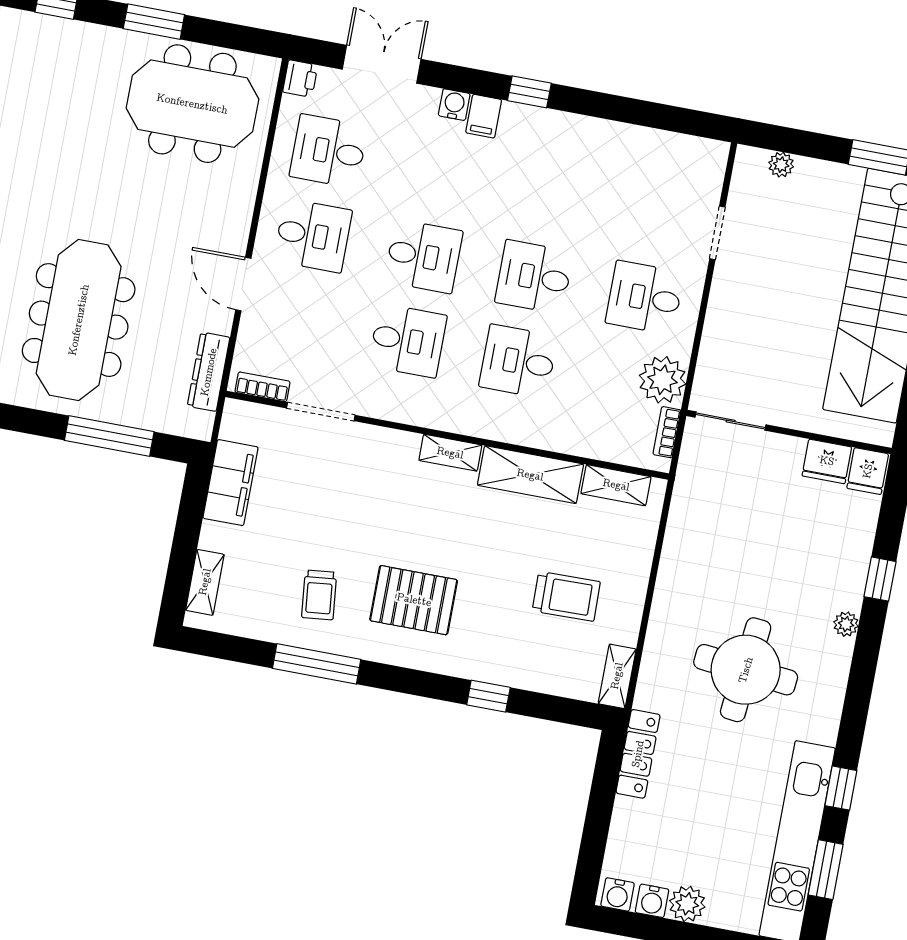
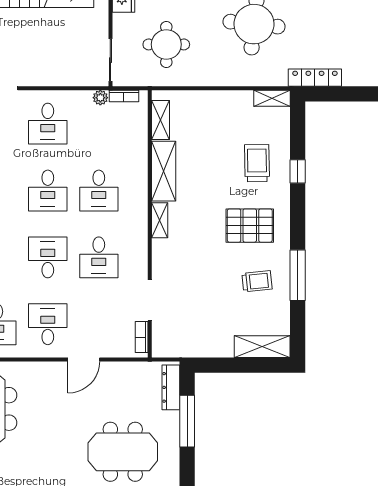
meeting table: (79, 320) -> (123, 452), width x0.73
desk: (408, 341) -> (99, 257), turned 180
dresser: (209, 372) -> (171, 387), moved, turned 90
plant: (663, 380) -> (100, 98), width x0.53, depth x0.53
filing cabinet: (230, 483) -> (201, 345), removed
round table: (739, 518) -> (166, 44), added
shelving: (205, 582) -> (262, 347), width x1.50, depth x1.33
trolley: (566, 596) -> (257, 163), moved
pallet: (414, 600) -> (250, 226), turned 90

